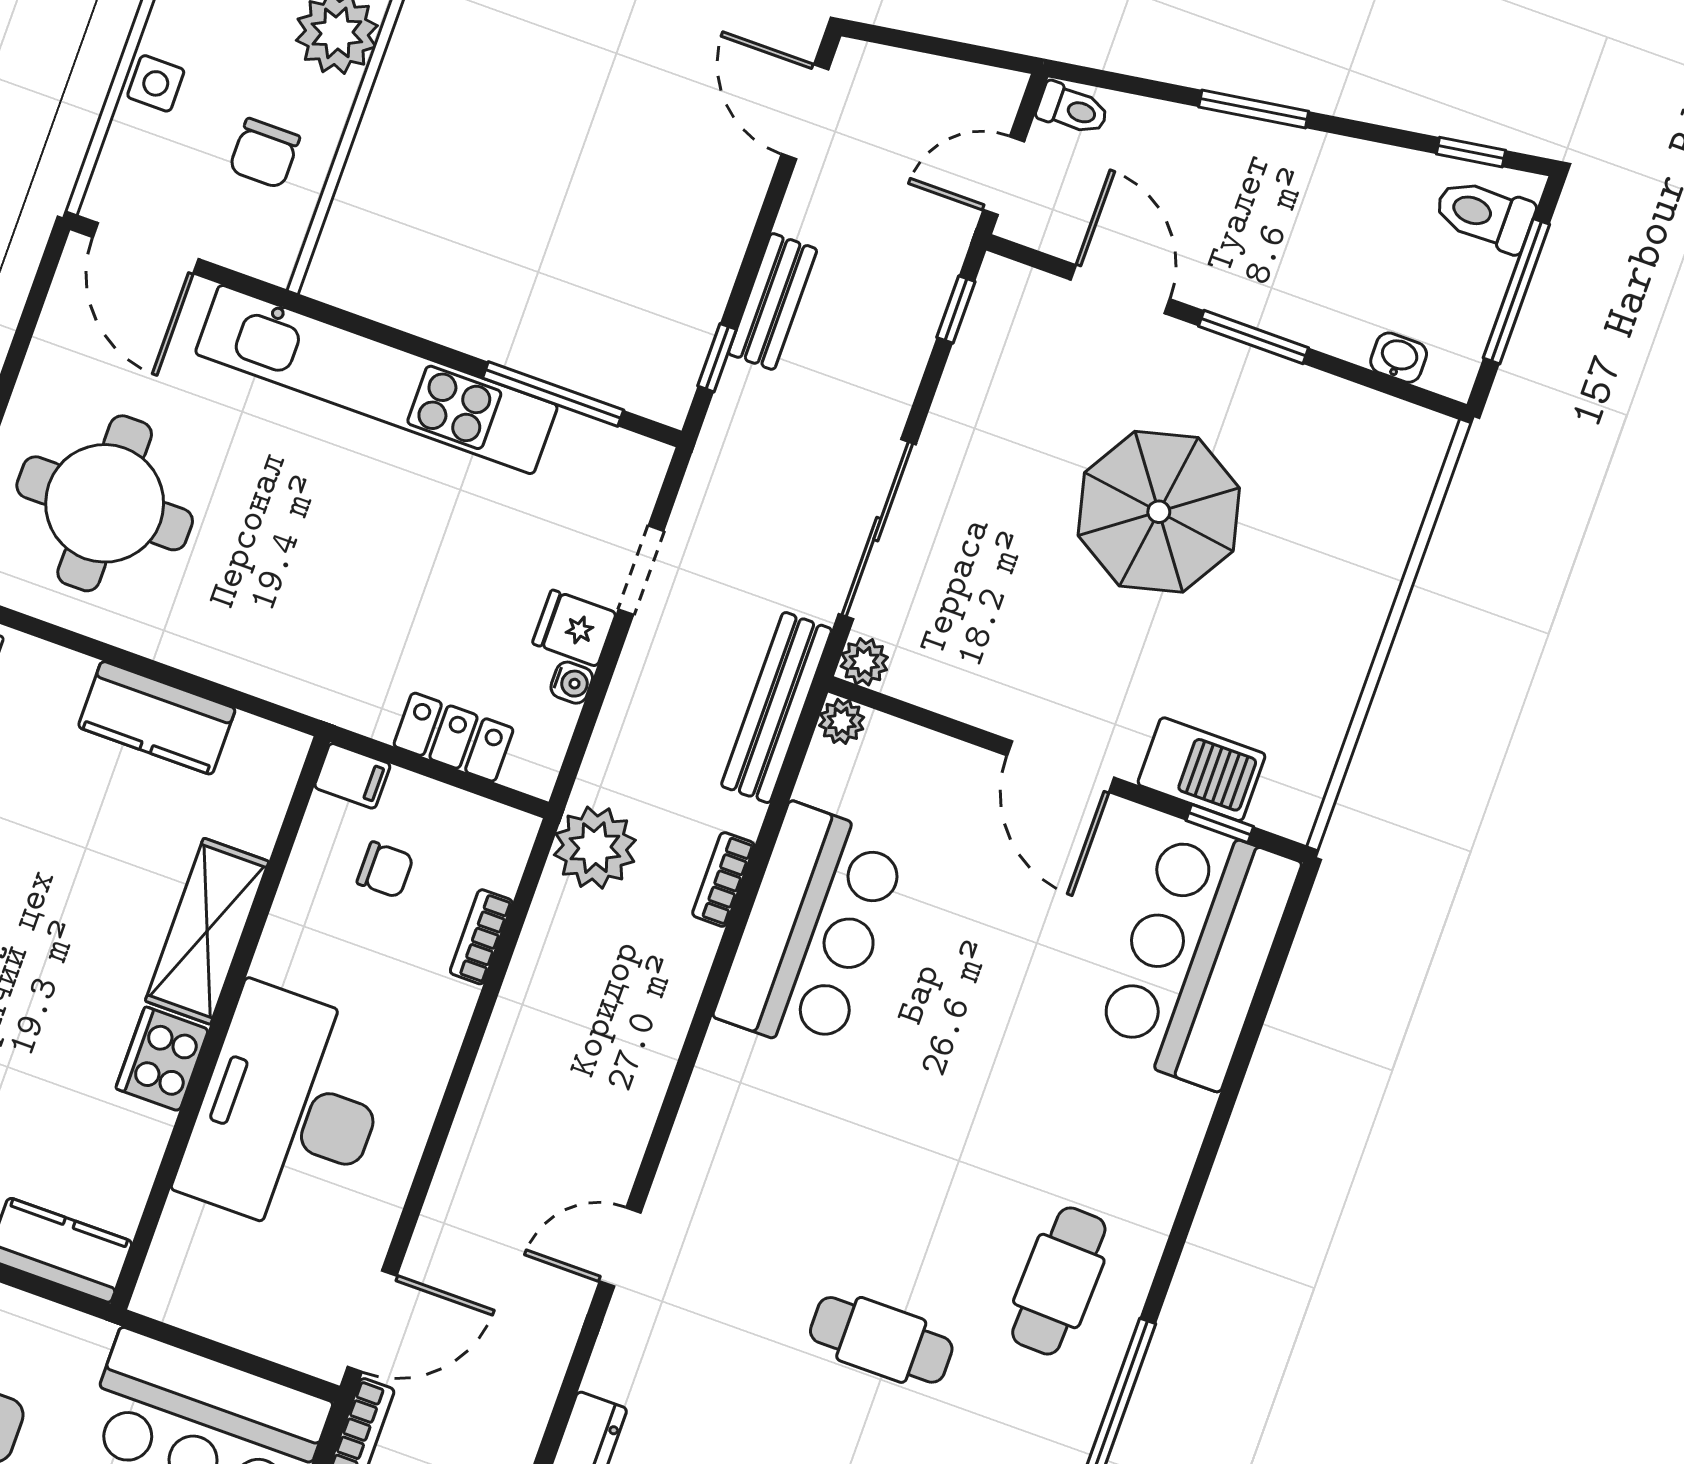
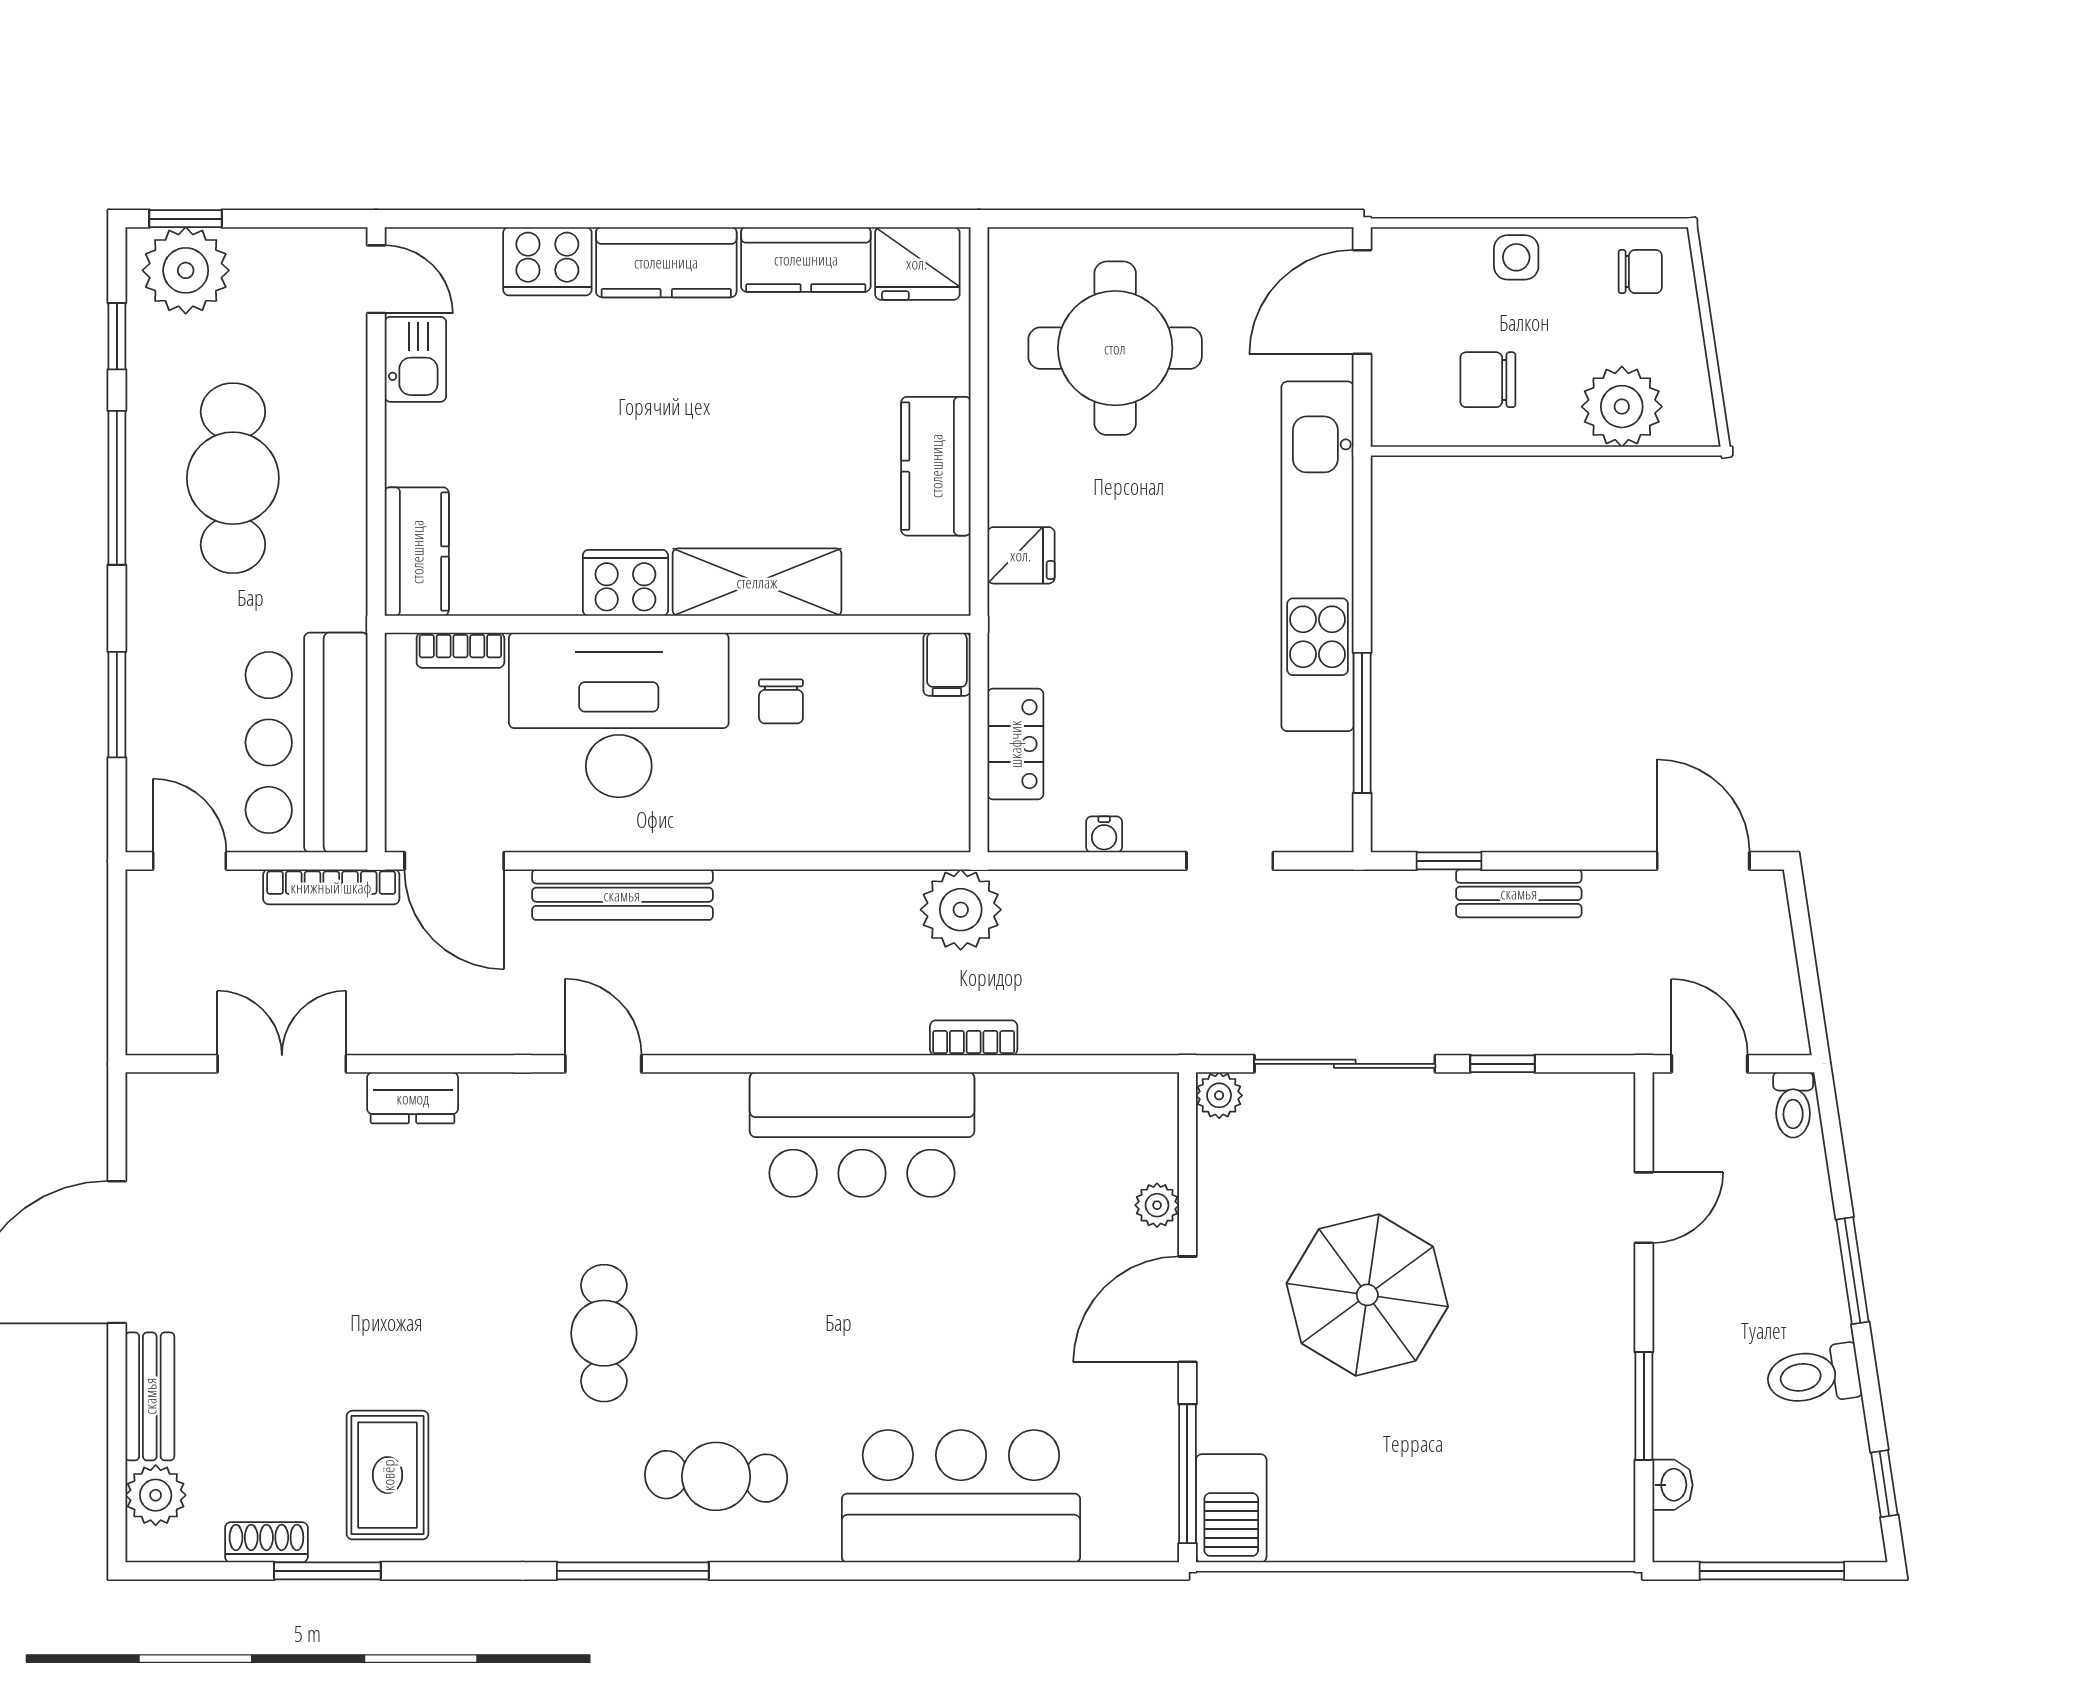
door: (805, 112) -> (1703, 861), hinge flipped
toilet: (1485, 215) -> (1813, 1375), moved, turned -98
door: (1120, 289) -> (1644, 1208), width x0.73
window: (956, 310) -> (1503, 1064), moved
window: (1253, 337) -> (1644, 1406), moved
parasol: (1159, 512) -> (1367, 1295), moved
fridge: (574, 628) -> (1021, 555), moved, turned 90
bench: (777, 708) -> (622, 895), moved
plant: (842, 721) -> (1157, 1205), moved
barbecue: (1202, 769) -> (1231, 1508), moved
window: (1220, 824) -> (1187, 1474), width x2.17
chair: (385, 870) -> (781, 701), moved
bar counter: (811, 930) -> (862, 1135), moved
bookcase: (481, 937) -> (460, 650), moved, turned 180
bar counter: (1197, 955) -> (961, 1496), moved

